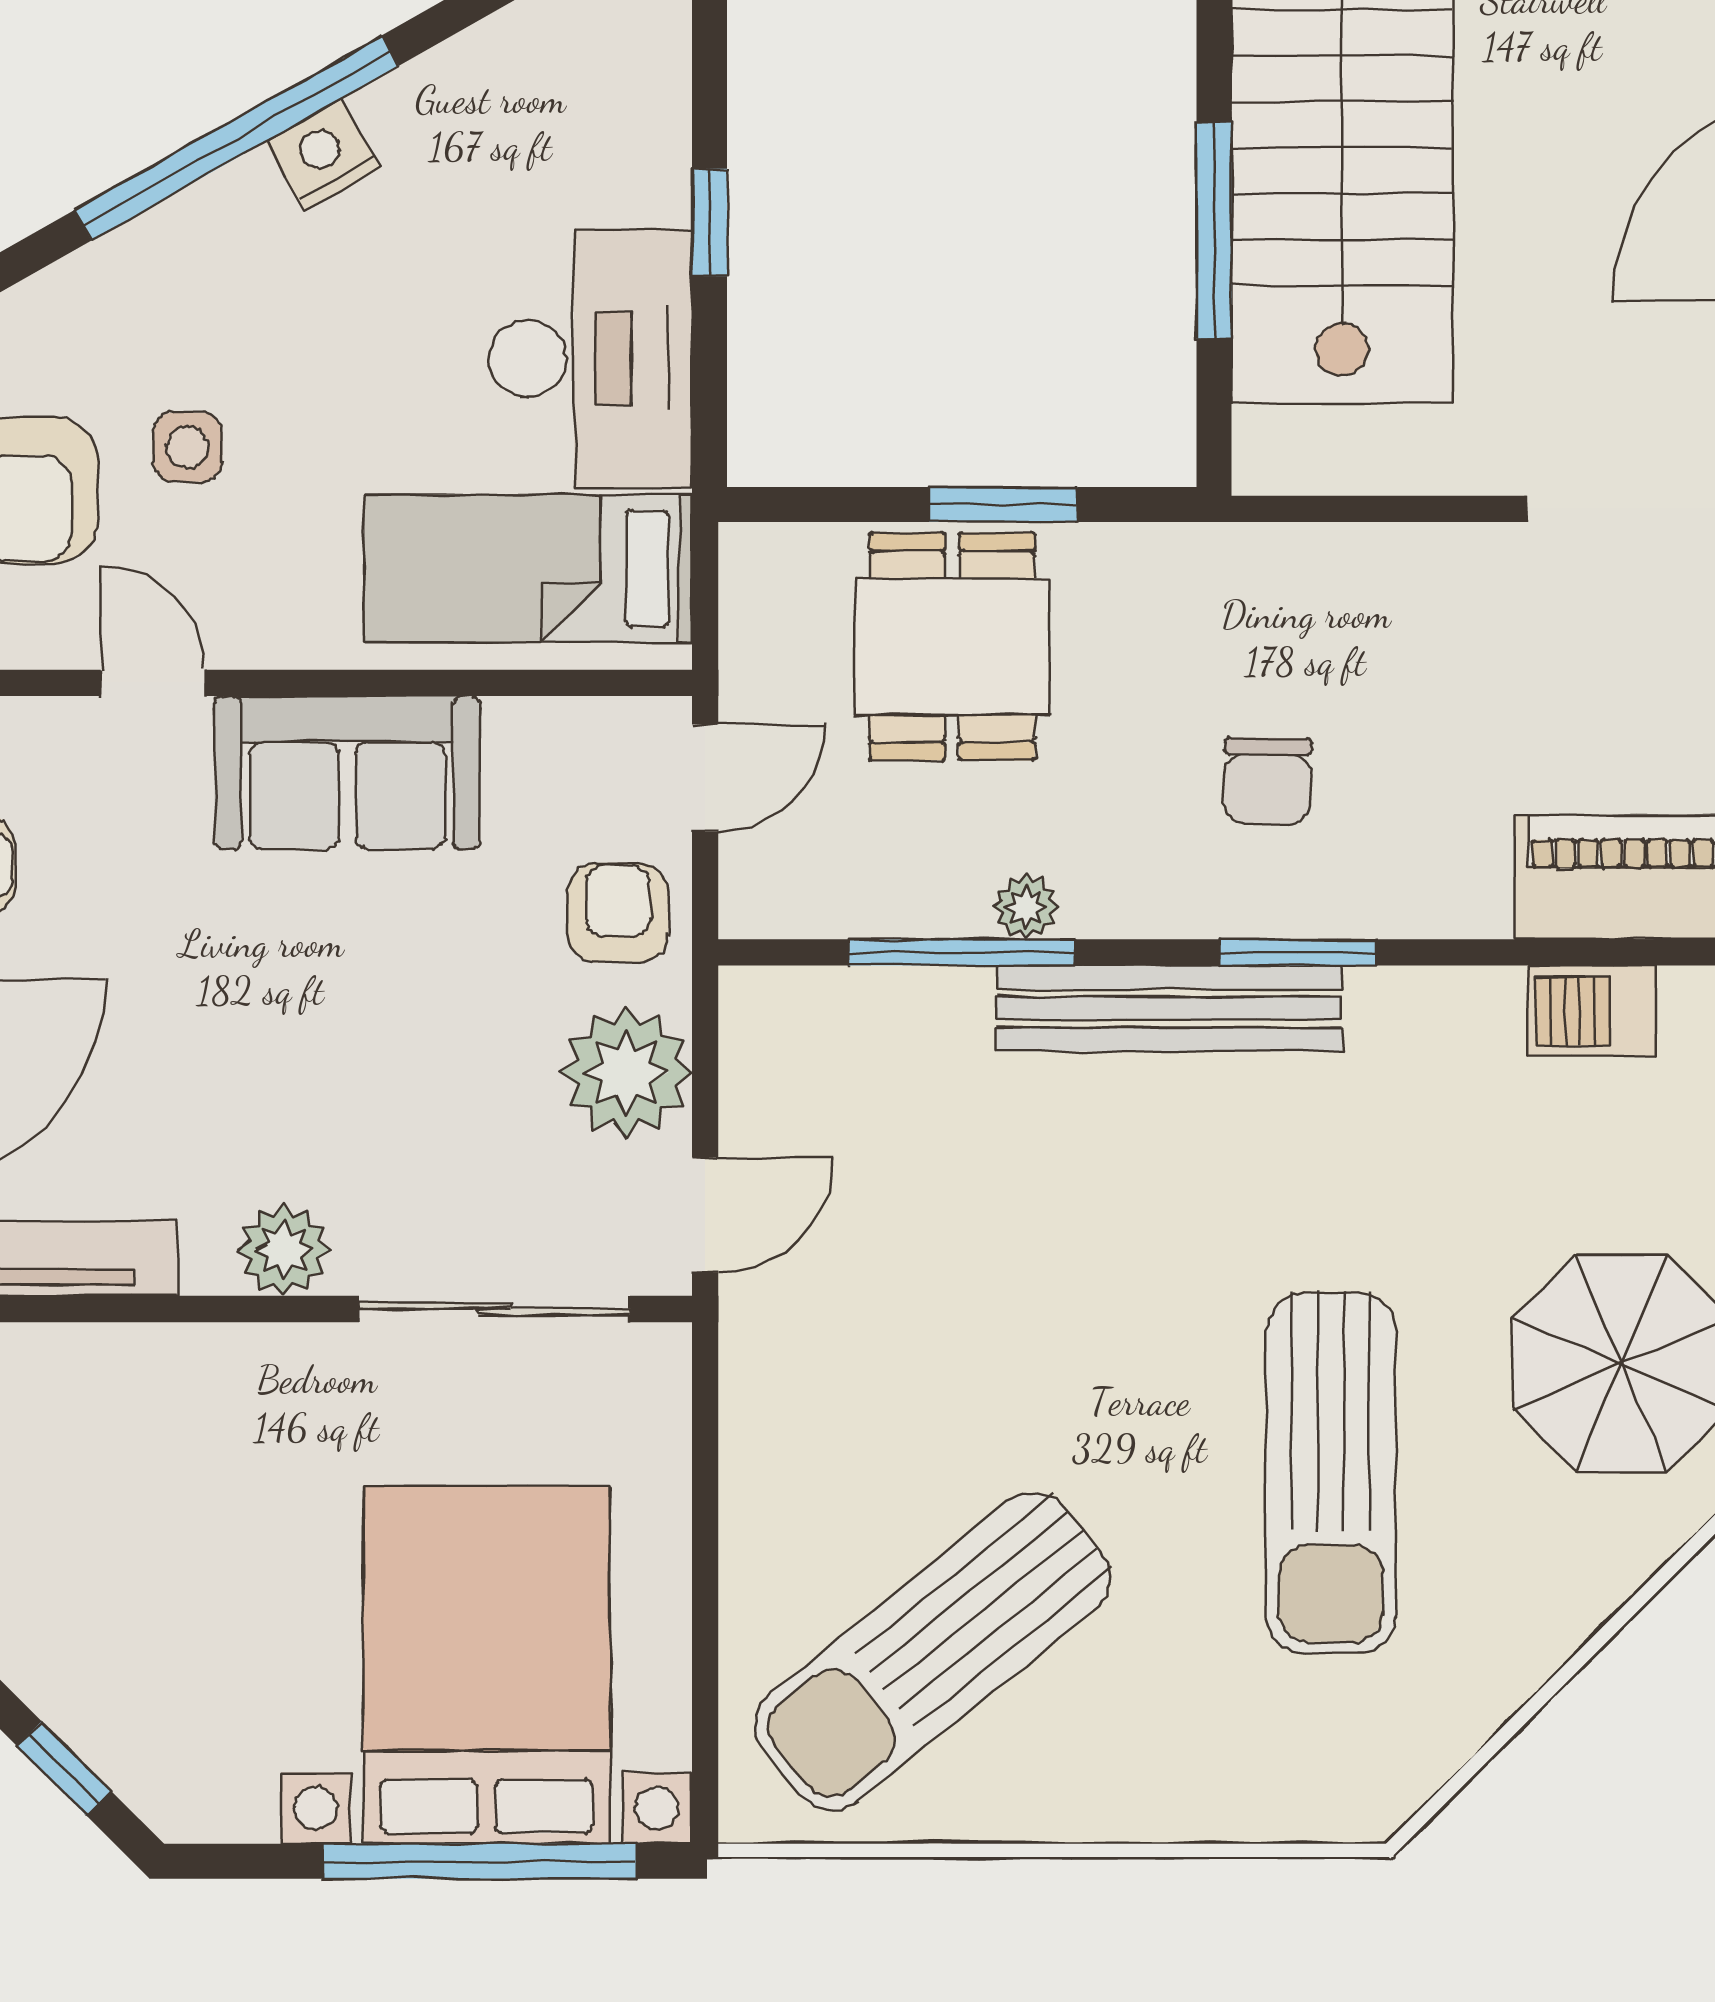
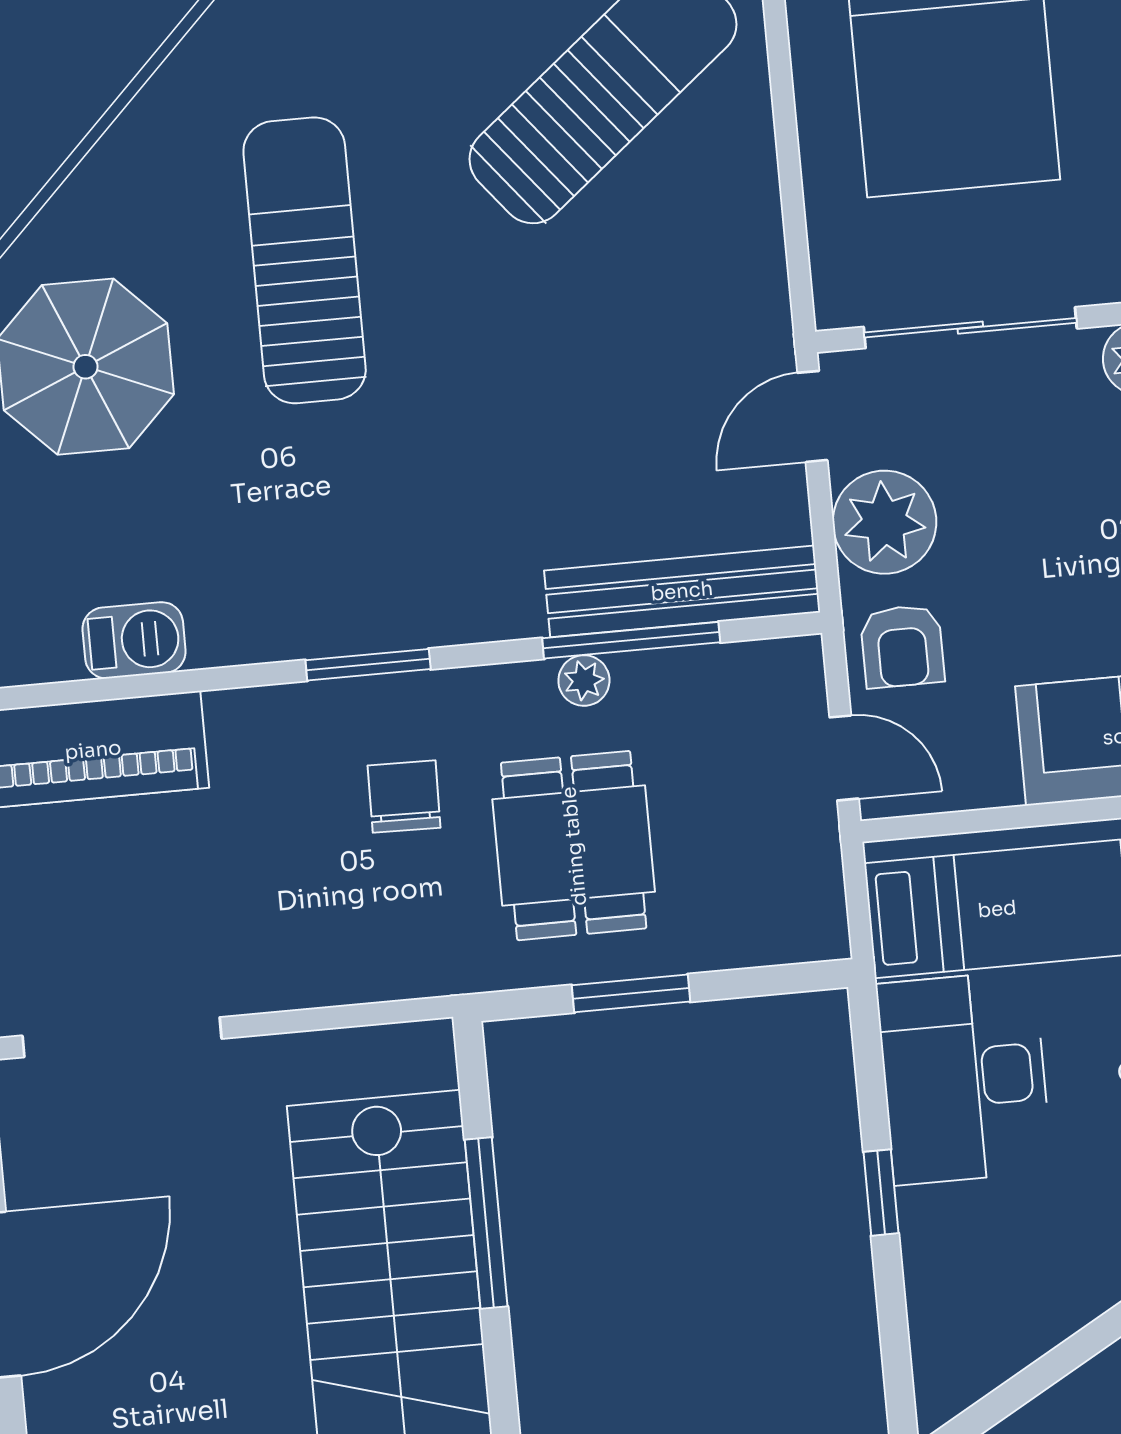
dining table: (952, 647) -> (574, 846), moved
door: (705, 778) -> (844, 758), swing flipped
bench: (1169, 1008) -> (682, 591), moved

